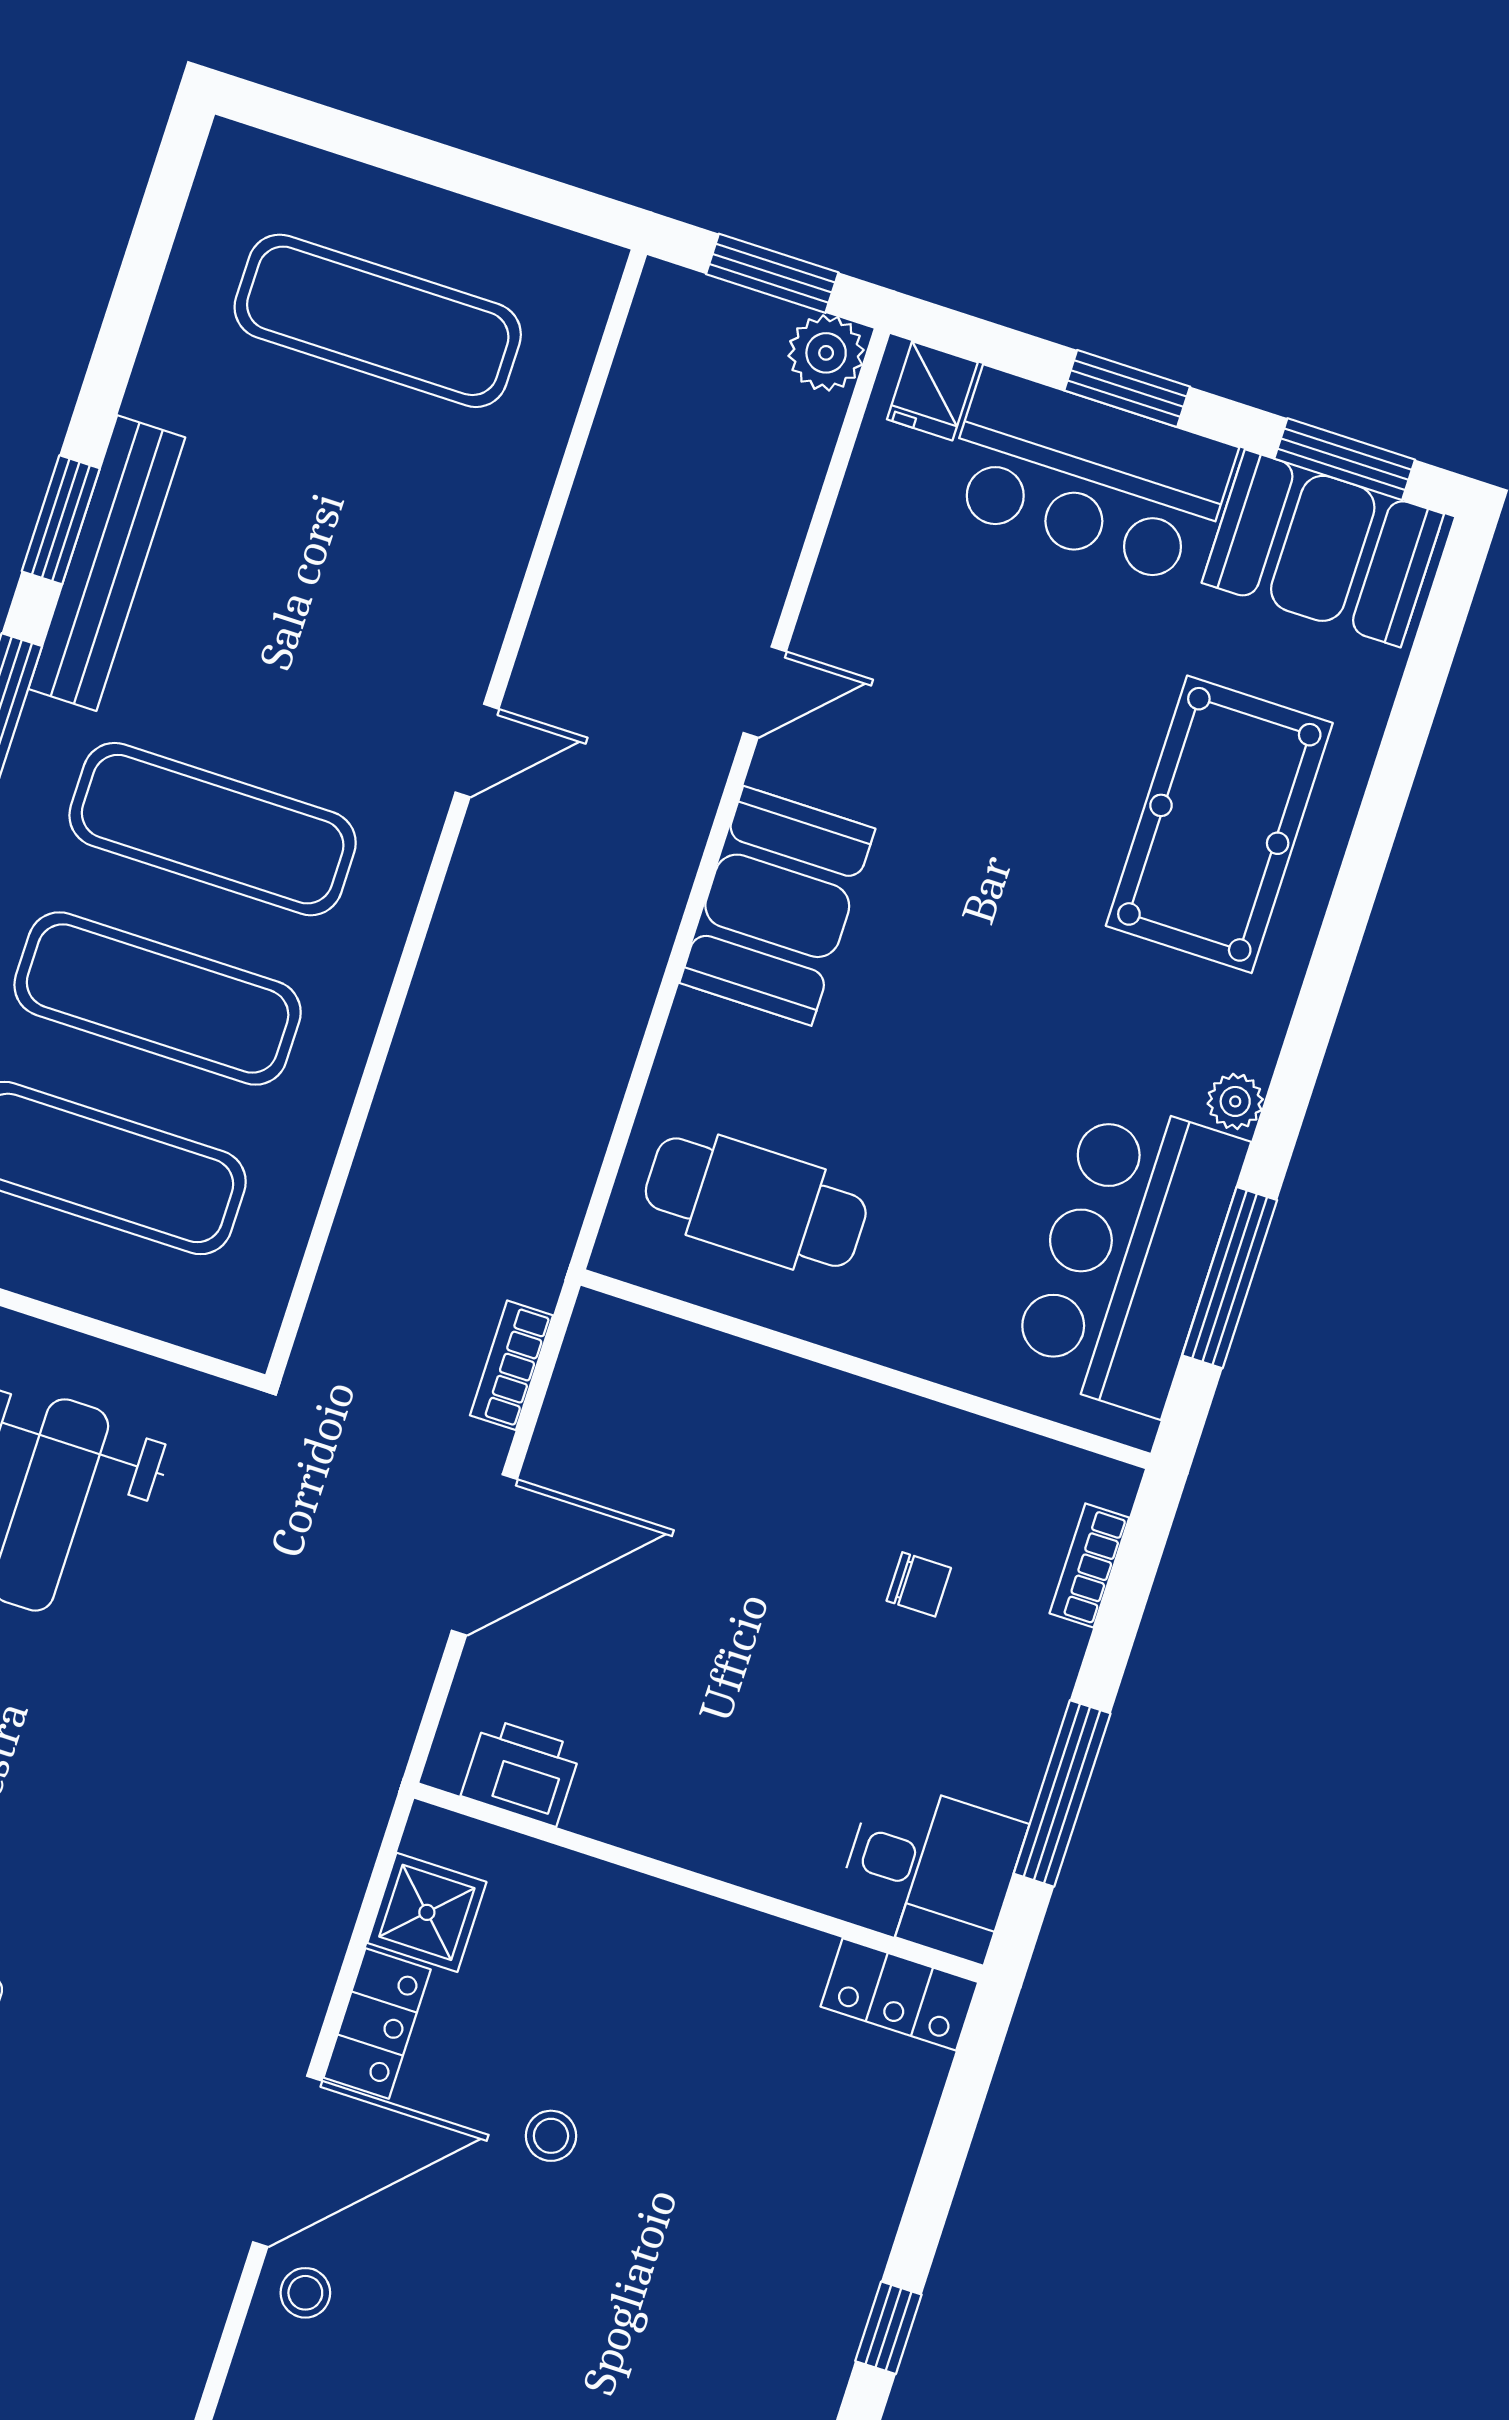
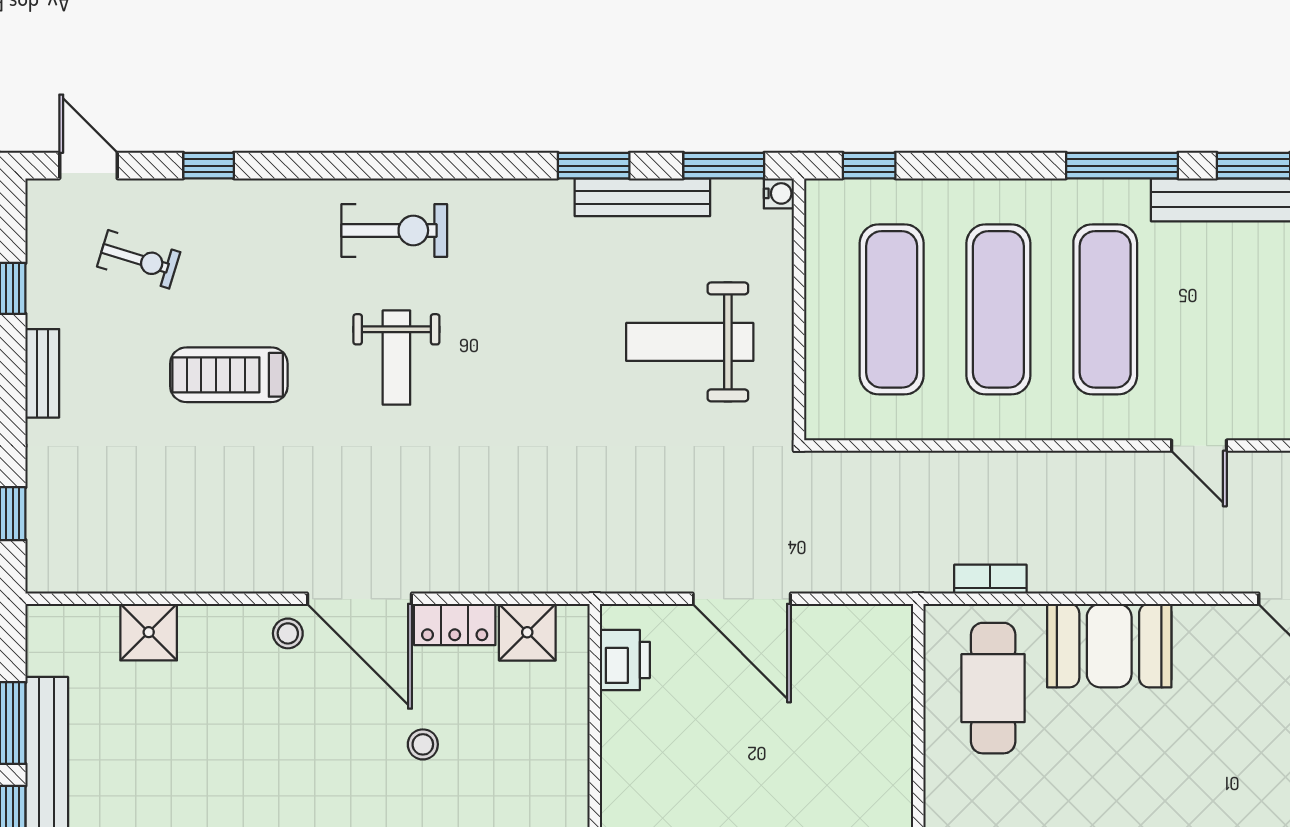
booth: (777, 906) -> (1109, 646), moved
bookcase: (512, 1365) -> (990, 579), moved

